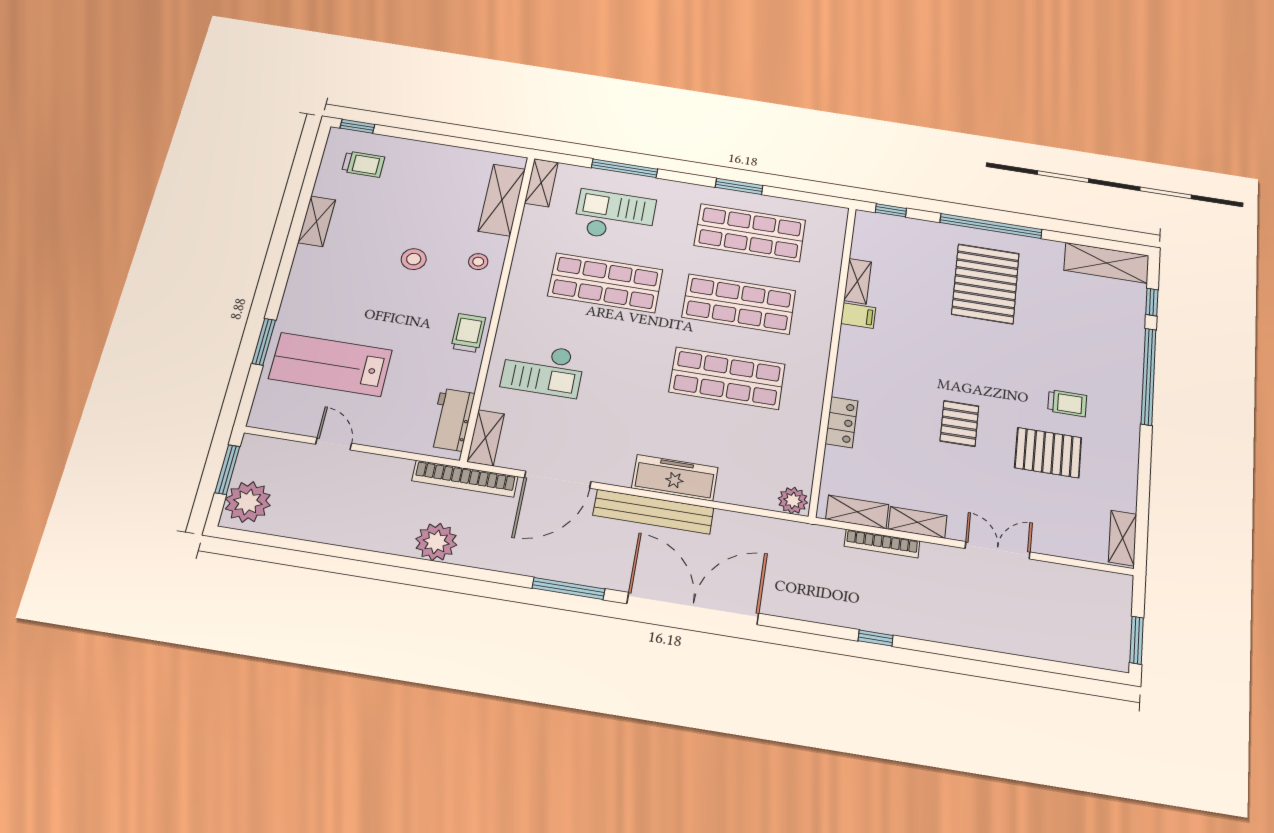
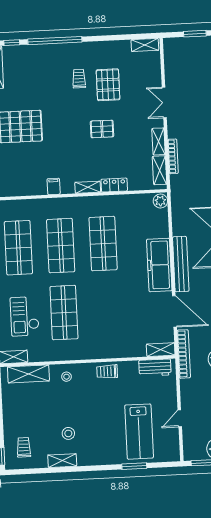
stool: (414, 259) -> (68, 433), moved
shelving: (857, 281) -> (88, 187), moved
checkout: (543, 369) -> (119, 332), removed
freezer: (675, 478) -> (159, 265), width x1.36, depth x1.26

